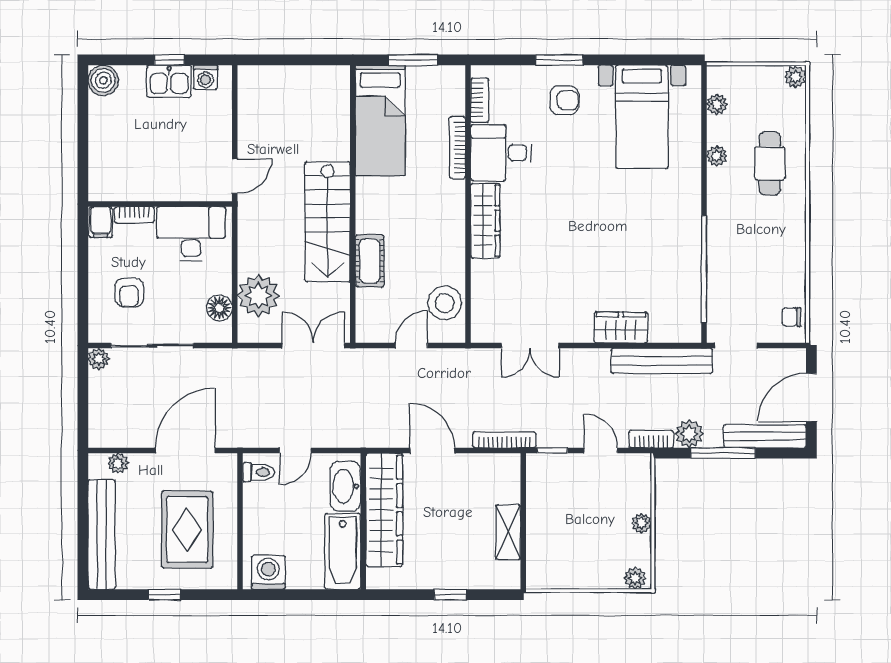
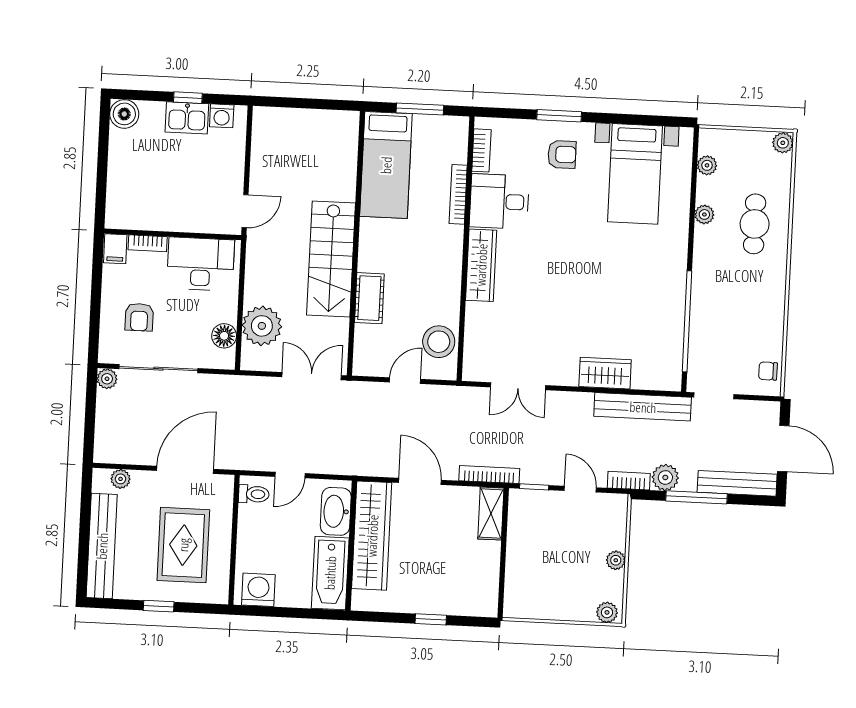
door: (811, 397) -> (783, 449), swing flipped
shelving: (508, 532) -> (491, 514), moved

